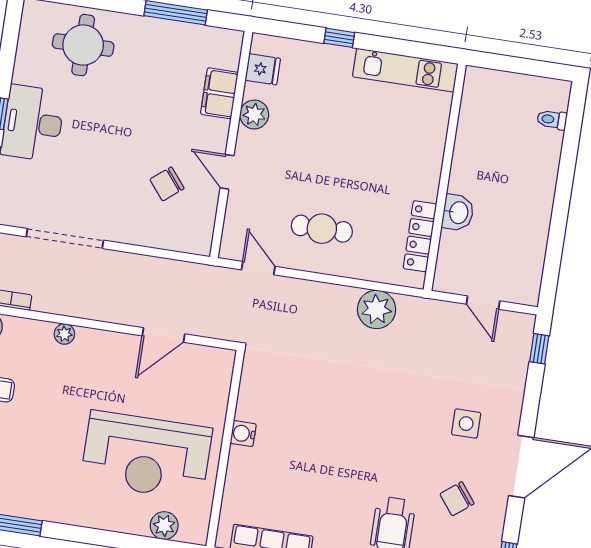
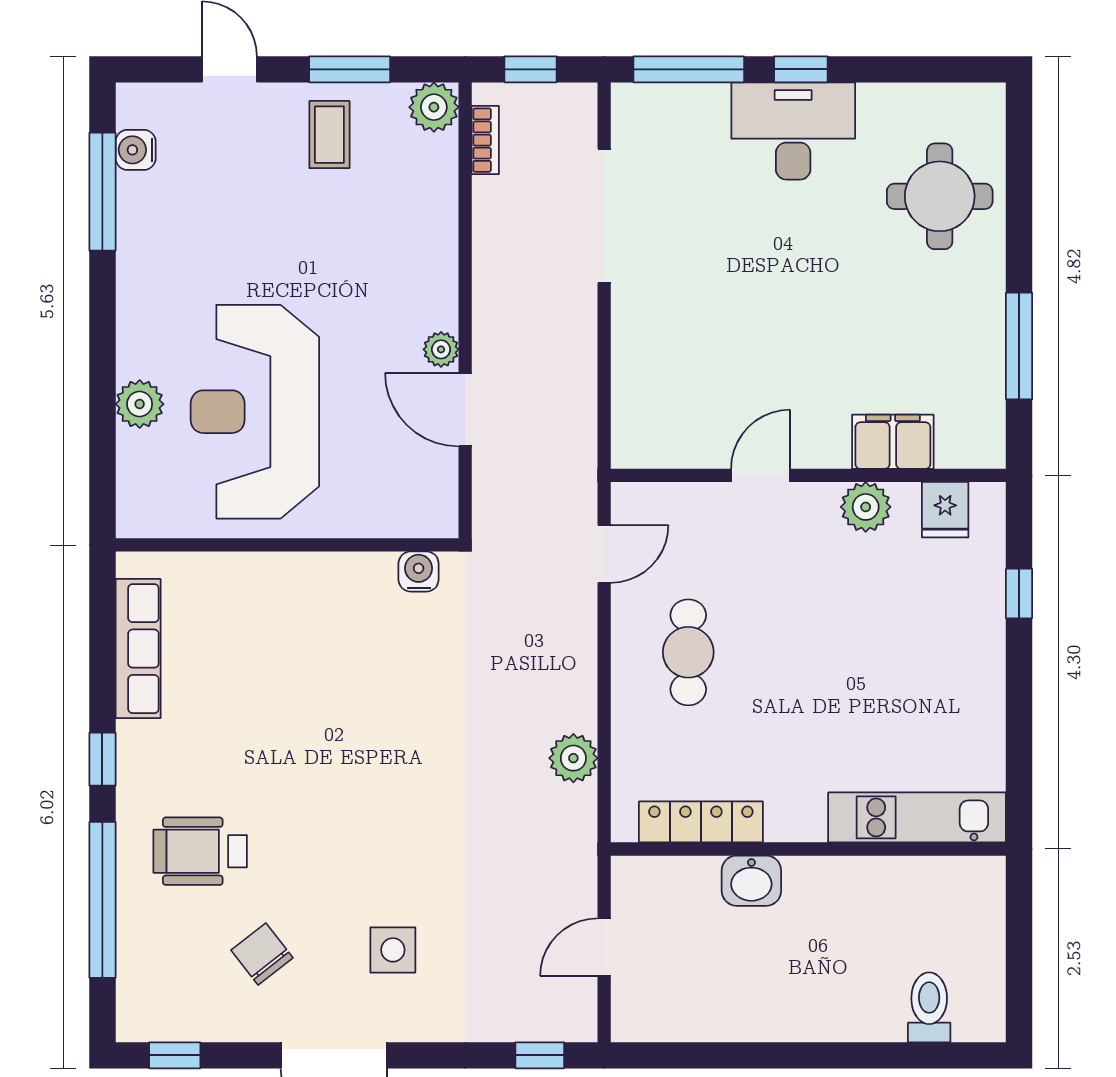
window: (339, 38) -> (1019, 594), moved
kitchen unit: (405, 70) -> (917, 817), moved, turned 90
toilet: (552, 120) -> (929, 1007), width x1.37, depth x1.39
chair: (167, 184) -> (724, 376), removed
plant: (377, 309) -> (573, 758), width x0.73, depth x0.73
plant: (64, 334) -> (441, 349), moved
water cooler: (243, 434) -> (419, 572), moved
plant: (164, 526) -> (140, 404), moved

